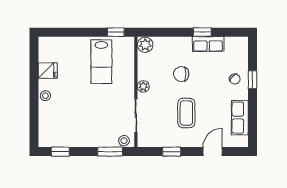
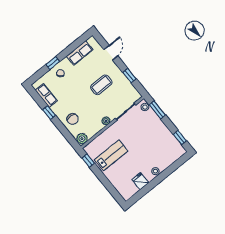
row of seats: (208, 44) -> (46, 95), moved
chair: (181, 74) -> (73, 119), moved
door: (213, 152) -> (111, 53), swing flipped

